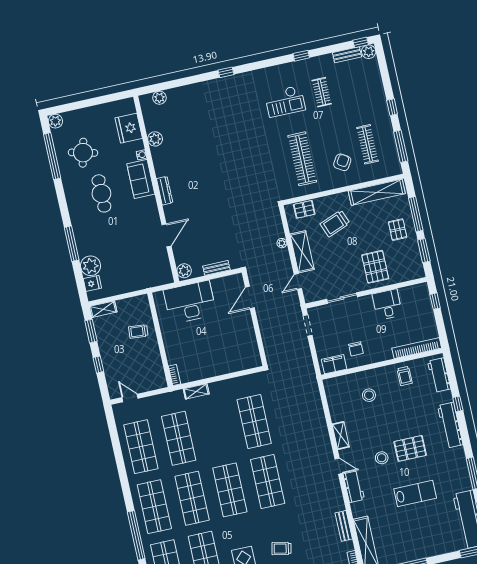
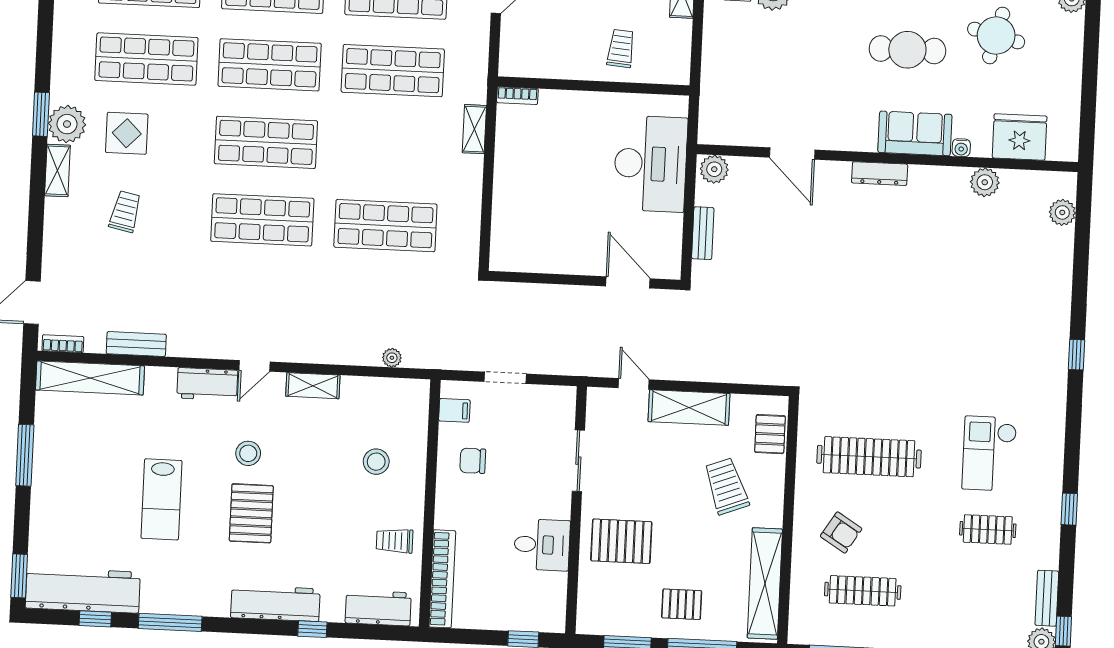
plant: (282, 243) -> (392, 358), moved
doorway: (308, 325) -> (505, 378), moved
filing cabinet: (334, 364) -> (454, 410), width x0.50

